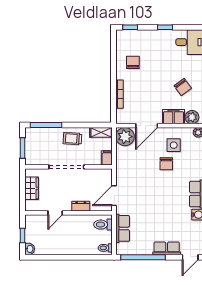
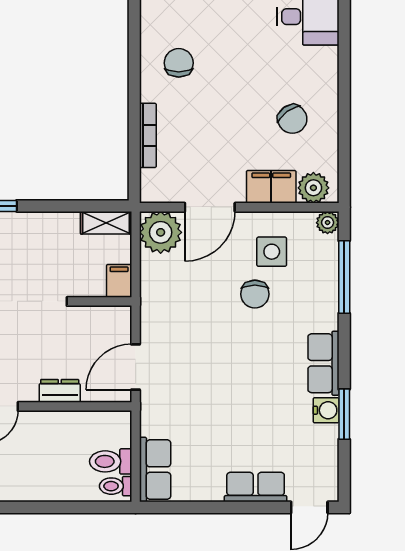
trolley: (72, 139) -> (41, 237), removed
toilet: (103, 225) -> (111, 461), moved
row of seats: (123, 228) -> (155, 470), moved
window: (143, 257) -> (202, 507), removed

